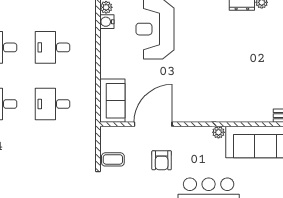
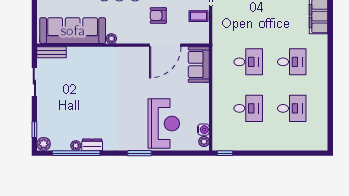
armchair: (162, 160) -> (158, 15), turned -90

